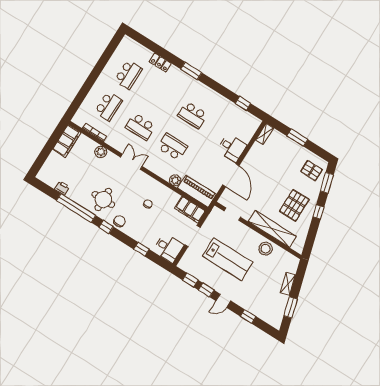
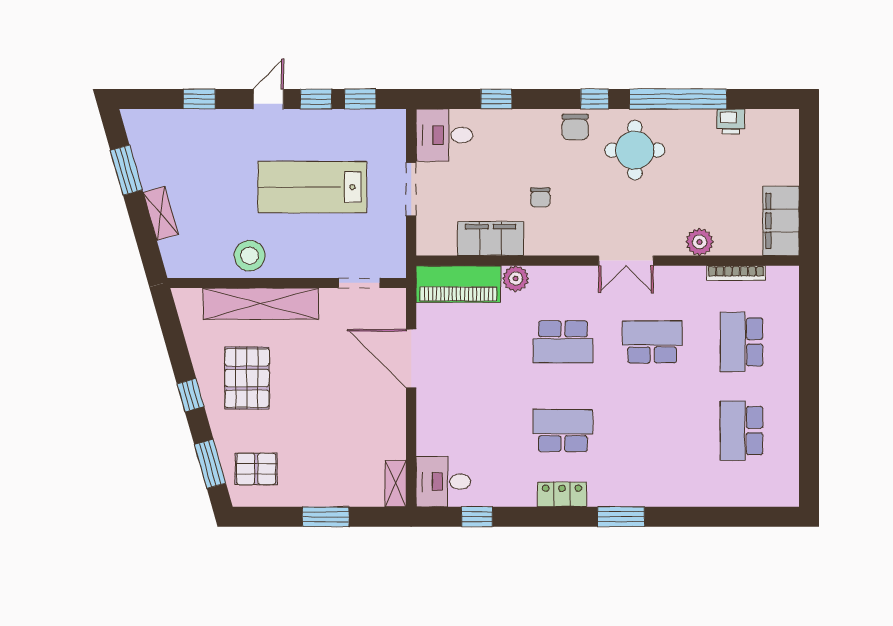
locker: (160, 63) -> (562, 494), moved
desk: (232, 148) -> (443, 482), moved
filing cabinet: (190, 210) -> (491, 239), moved

